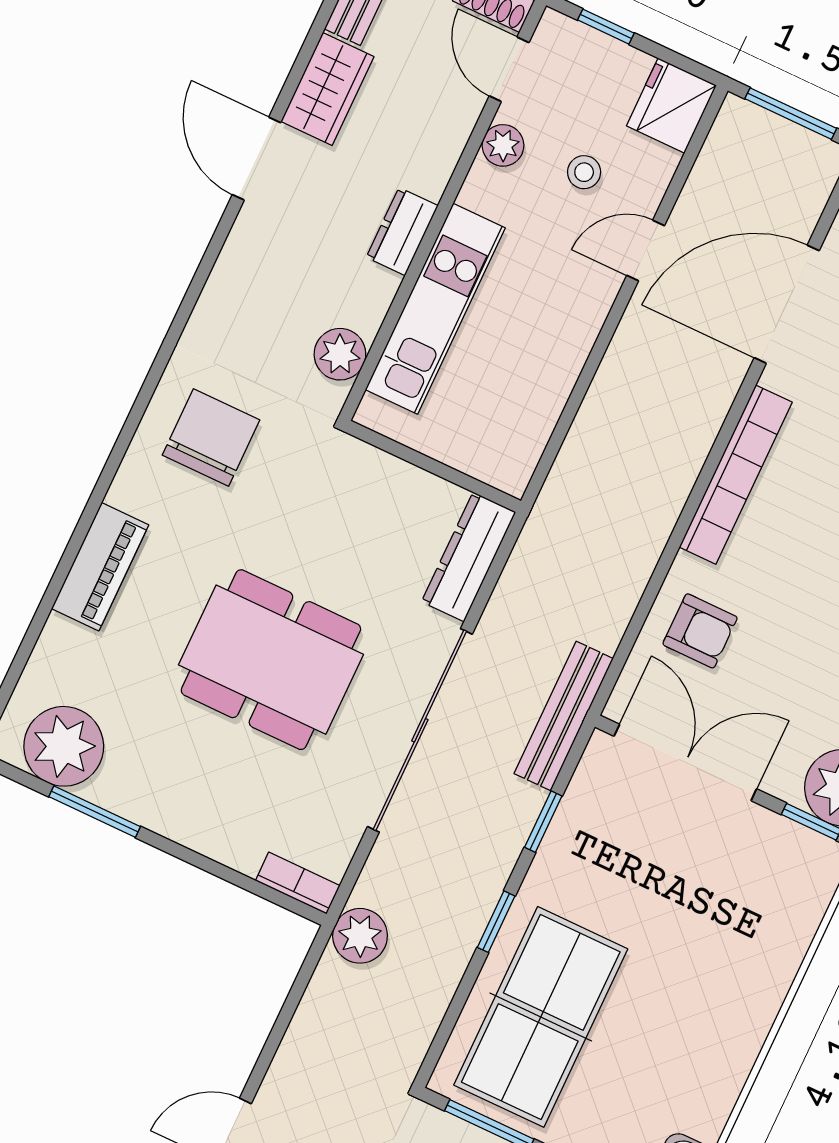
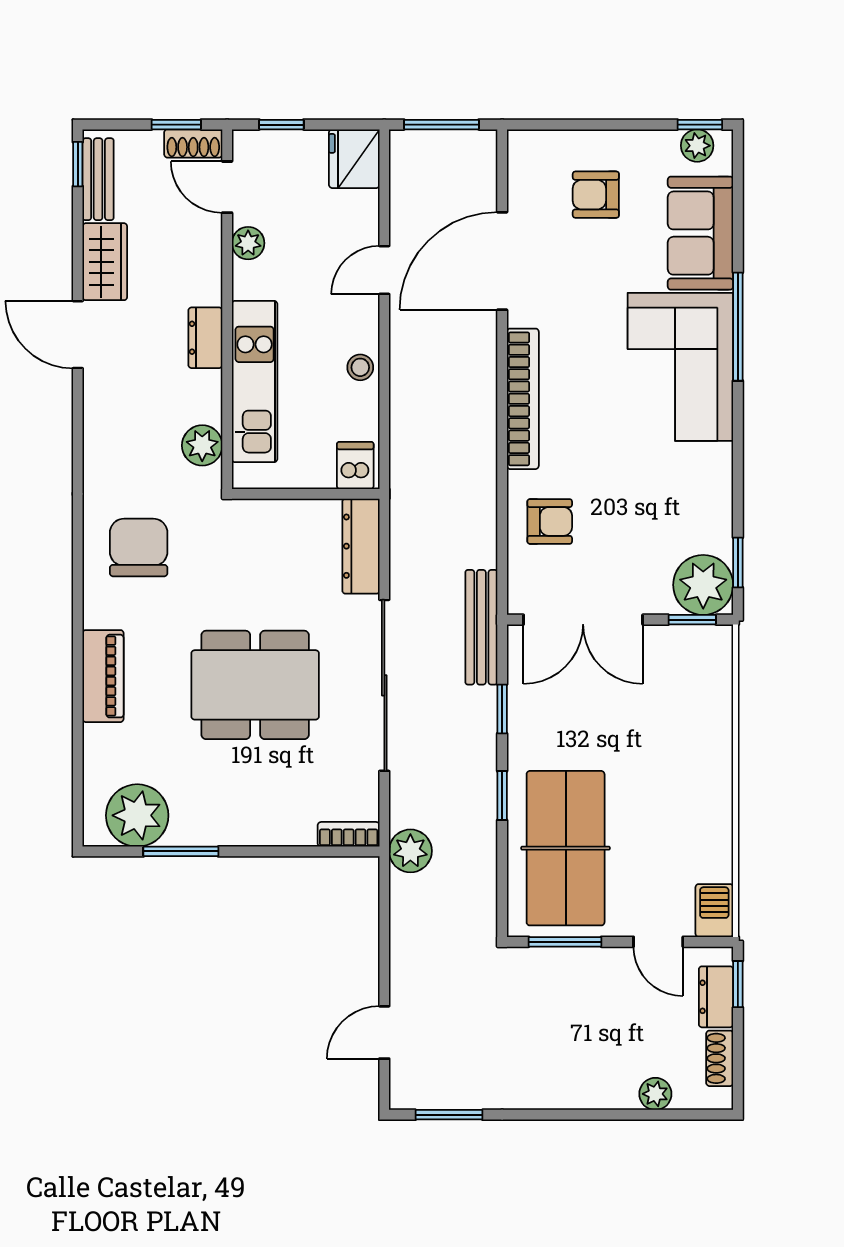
stool: (584, 172) -> (360, 367), moved
dishwasher: (506, 461) -> (355, 465), added
double door: (685, 762) -> (583, 620), swing flipped

